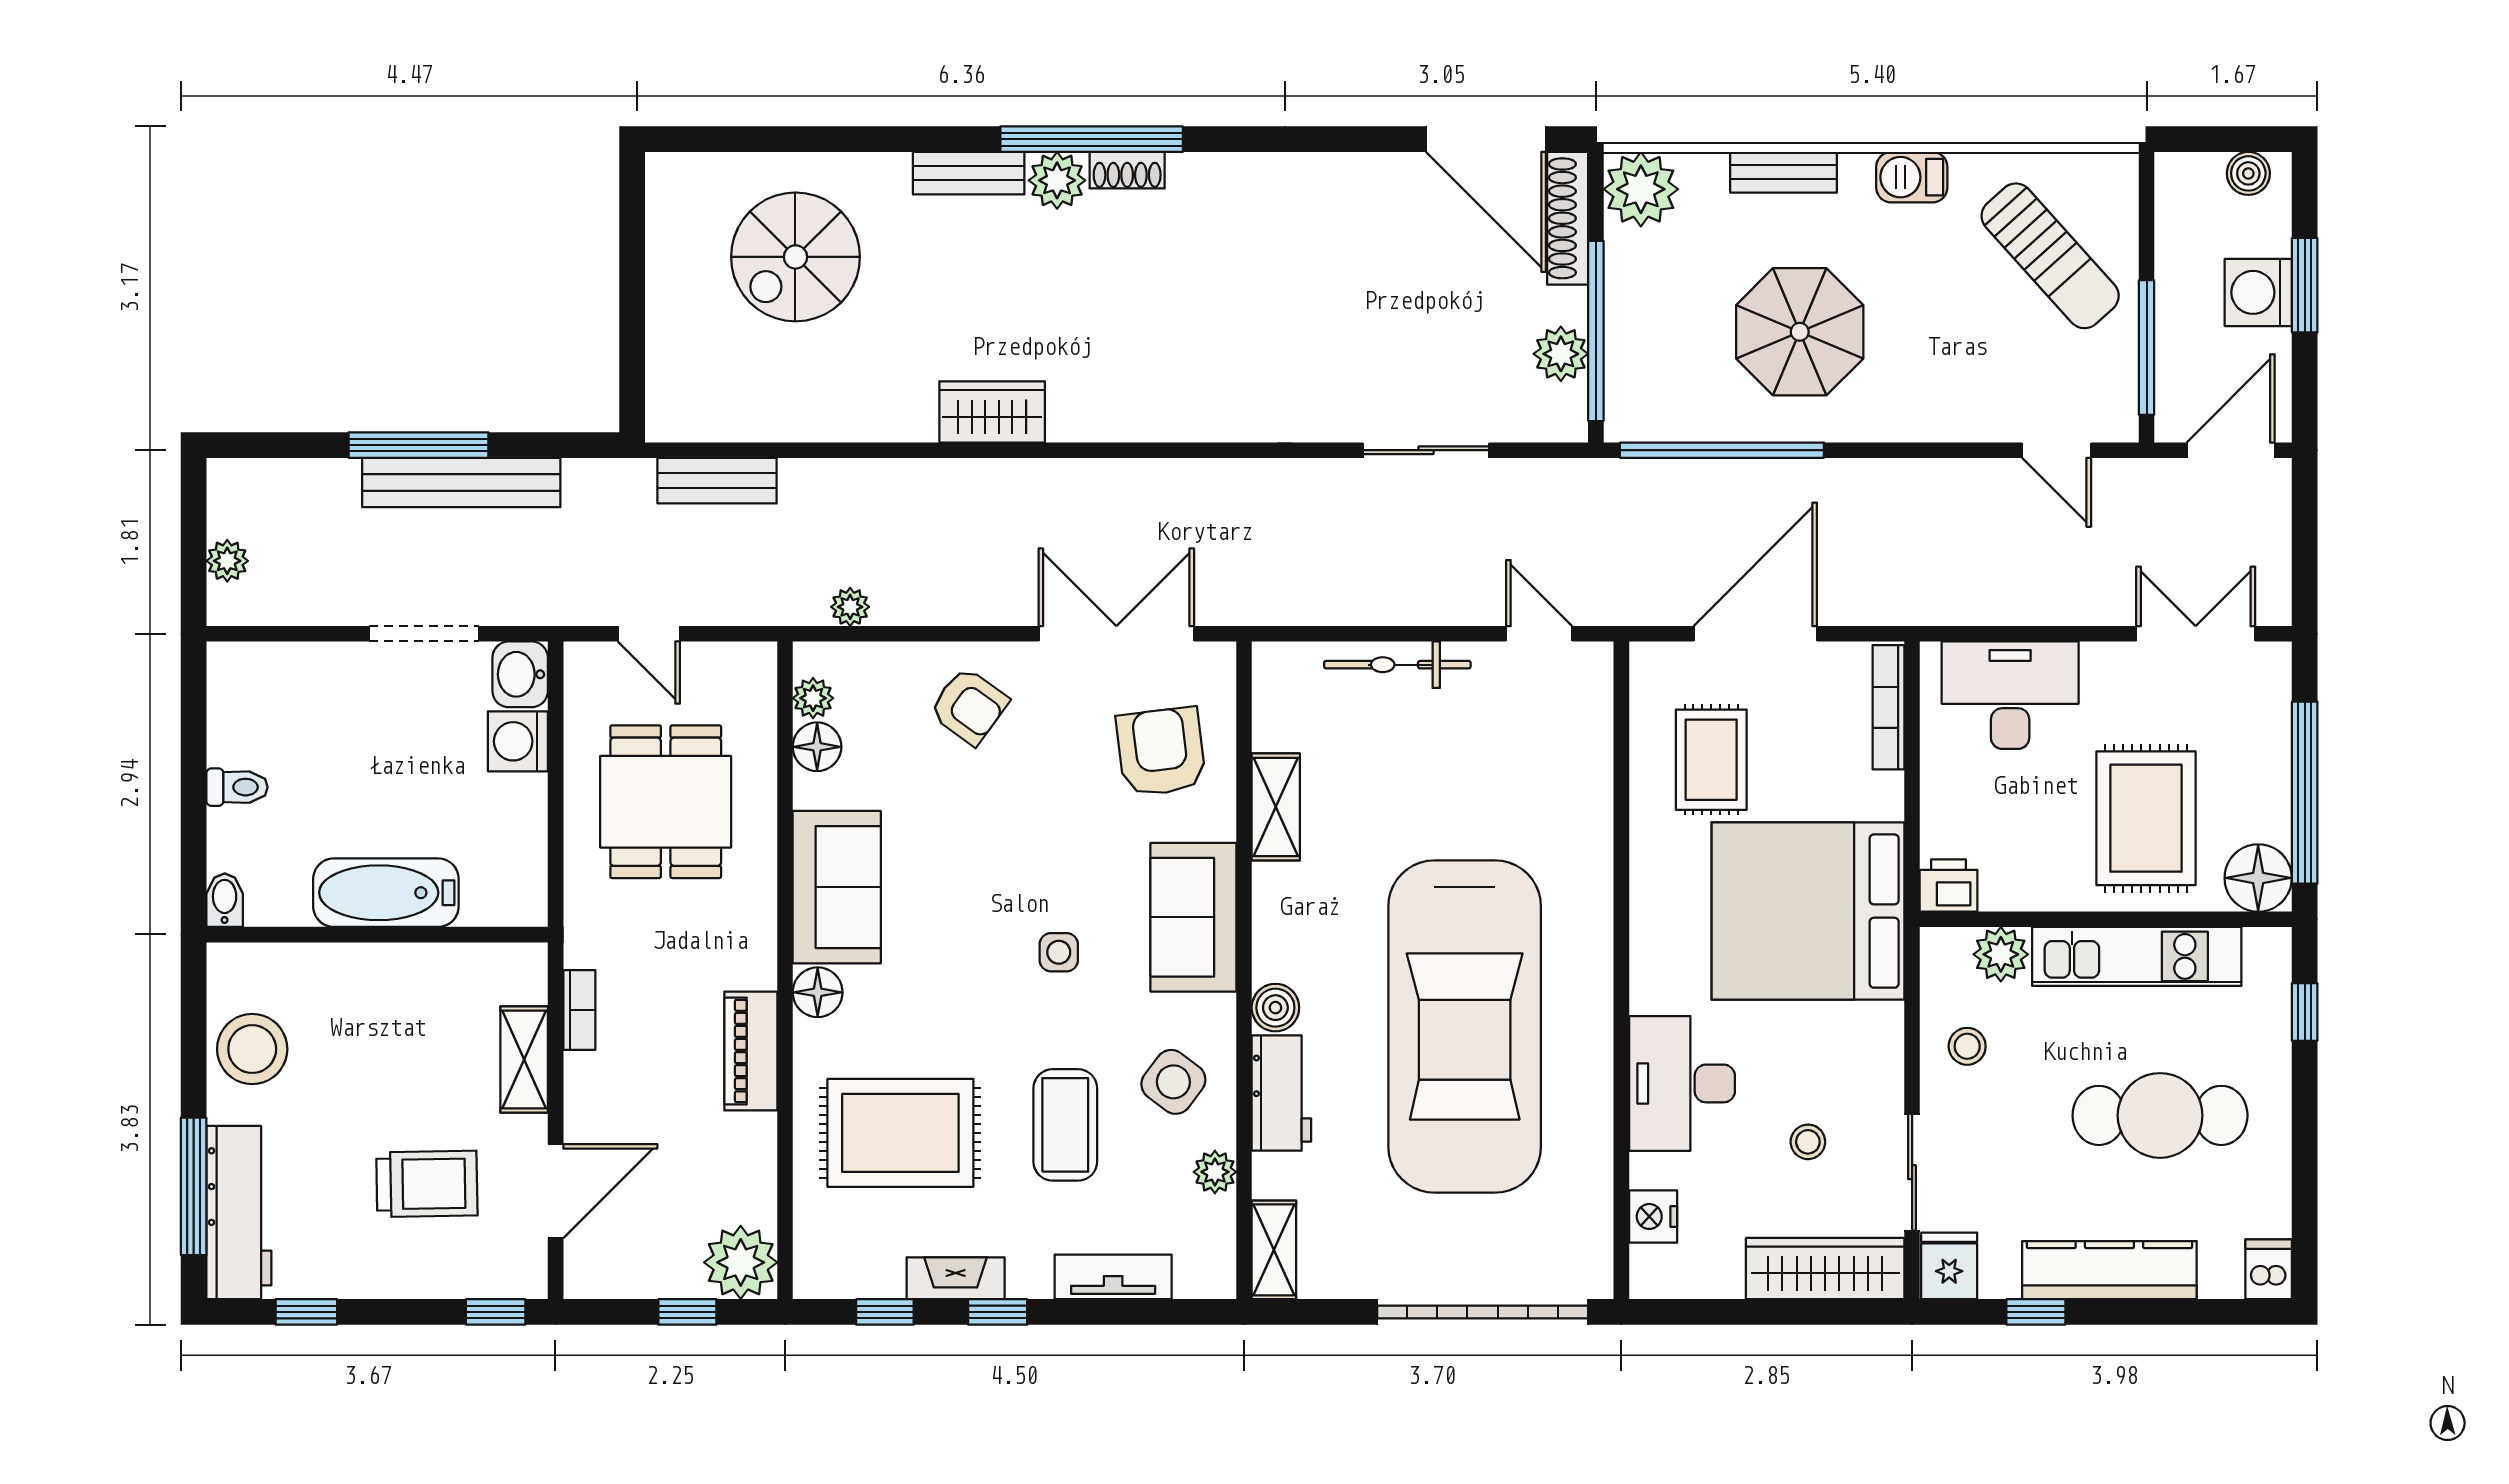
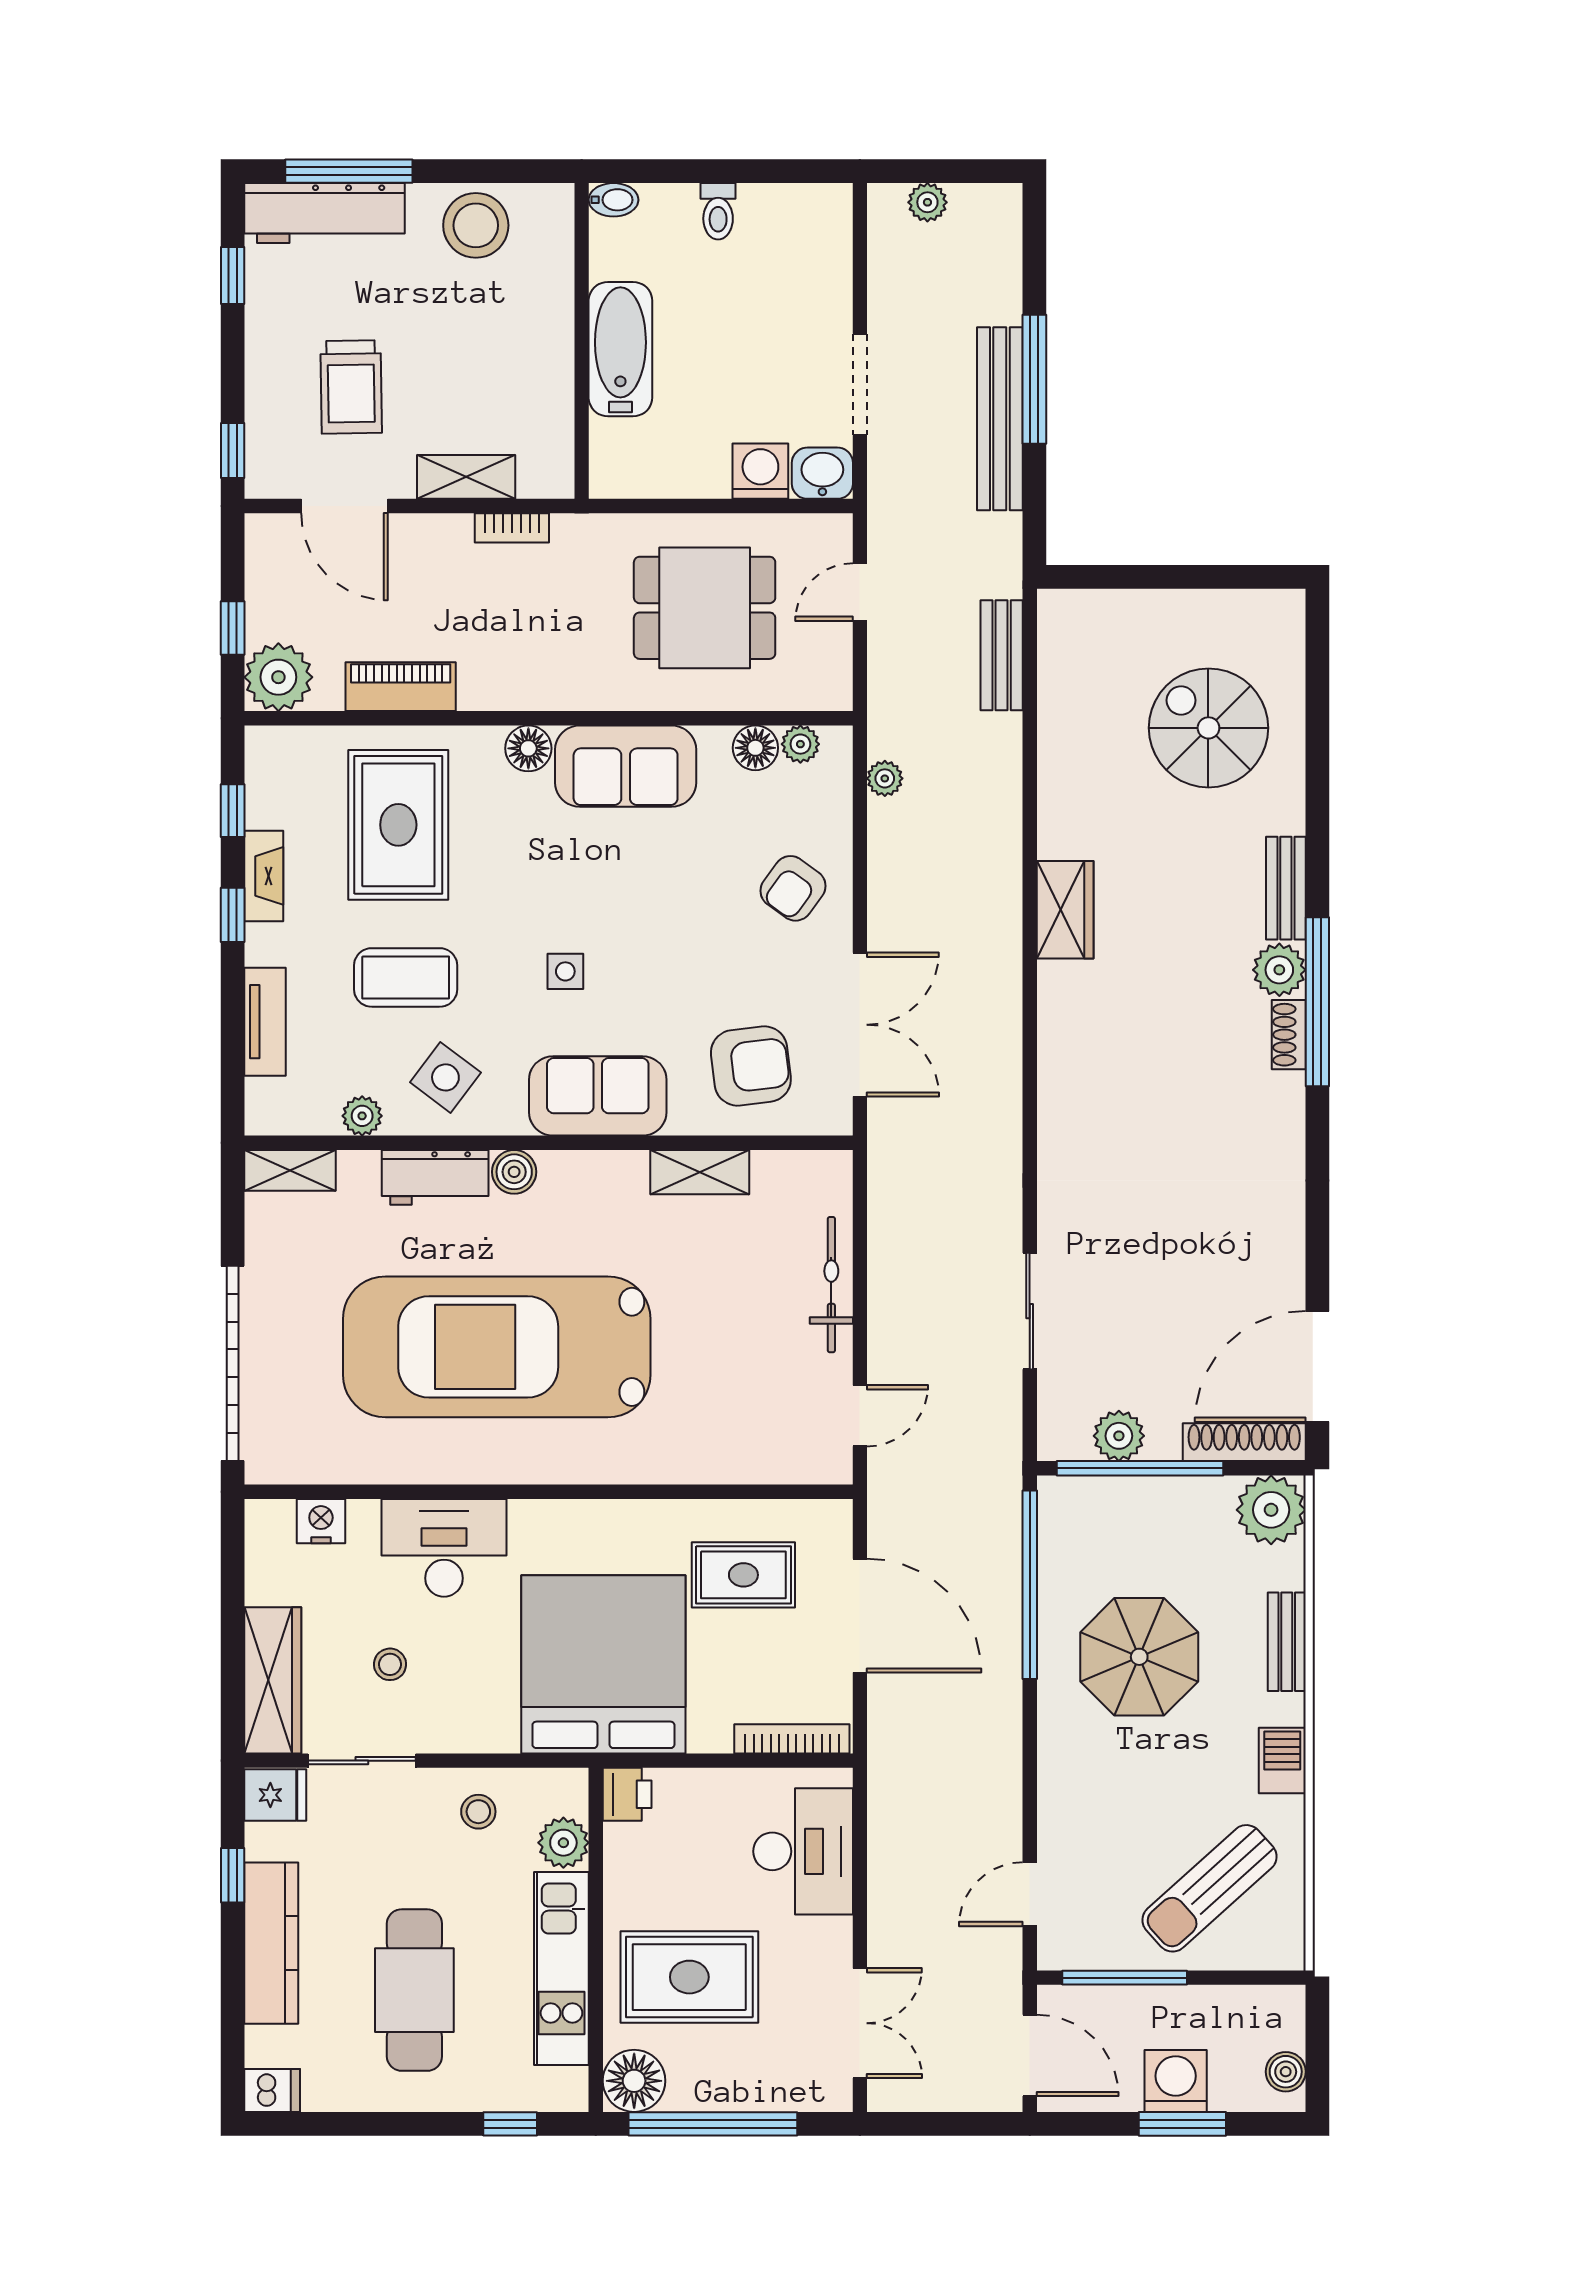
piano: (751, 1051) -> (401, 687), moved

